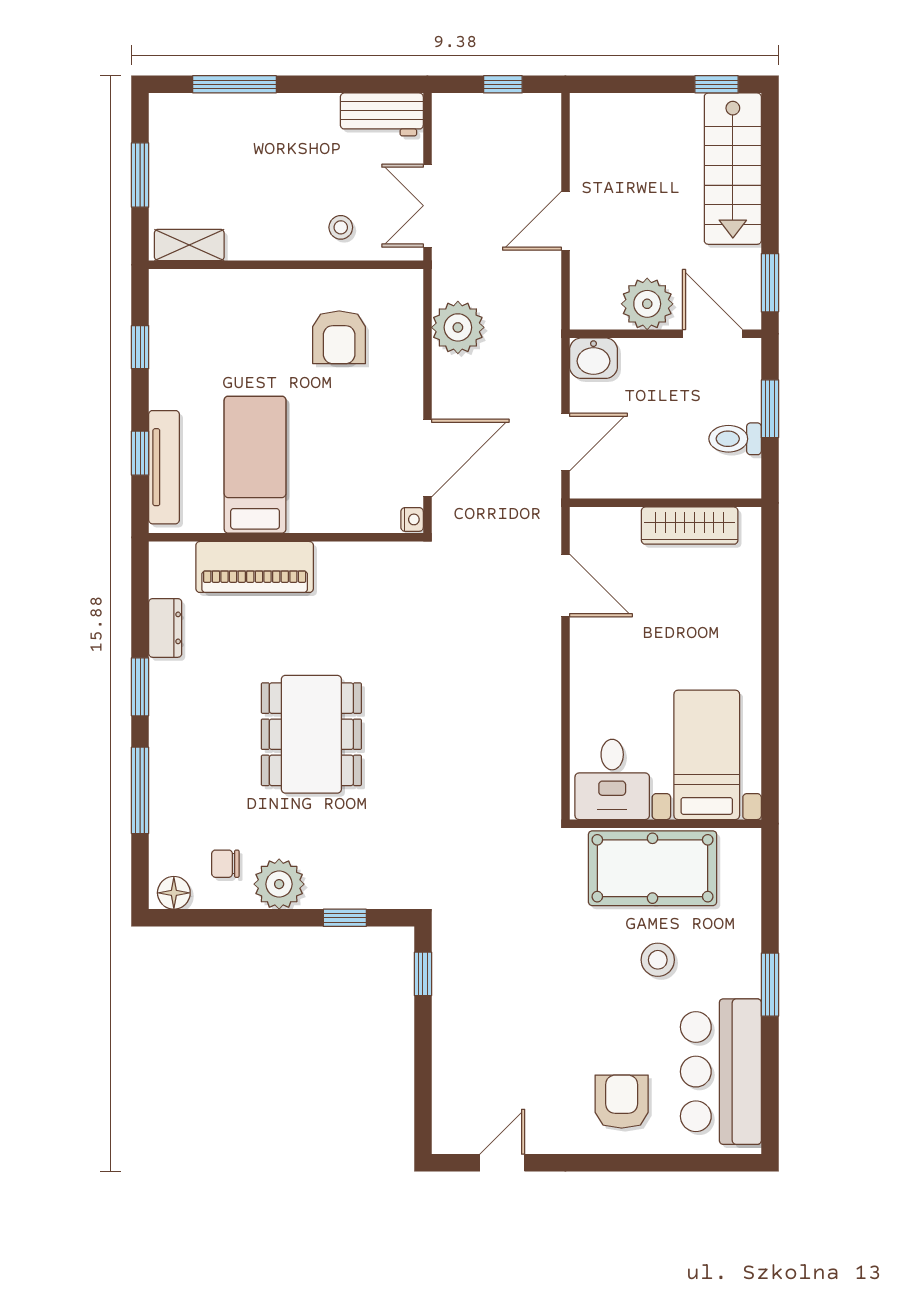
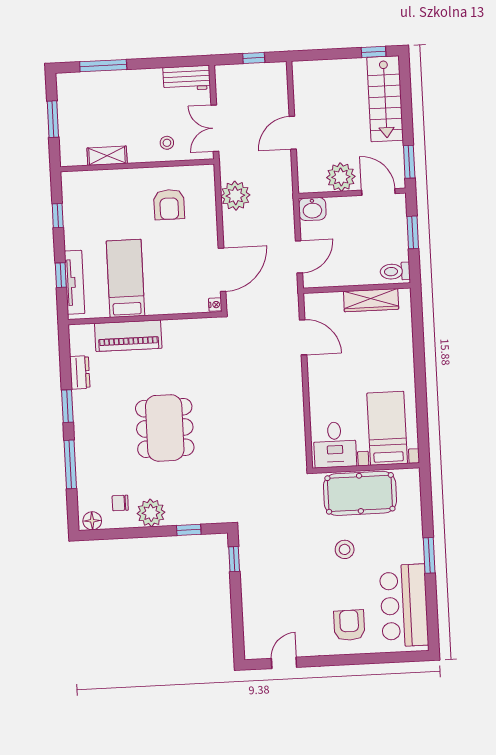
shelving: (189, 245) -> (107, 156), moved
toilet: (735, 439) -> (395, 271), moved
stool: (658, 960) -> (345, 549), moved

